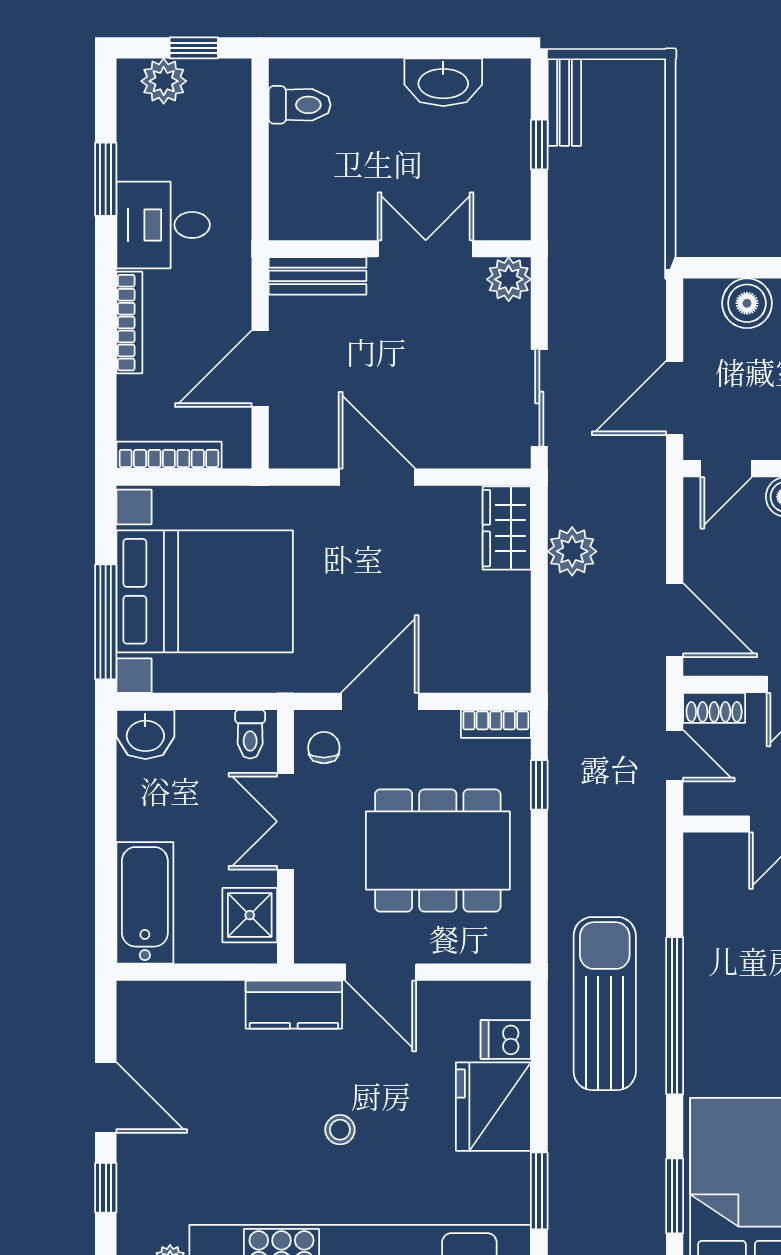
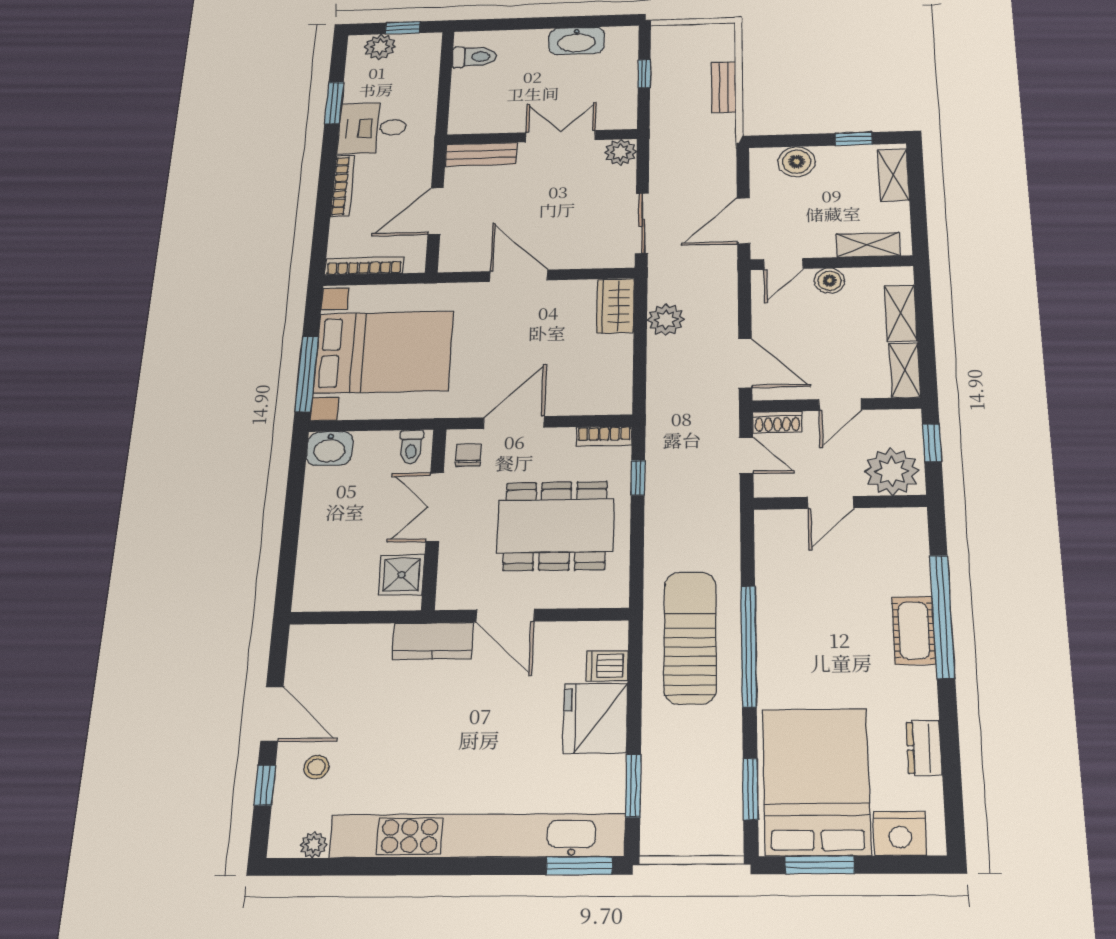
bench: (564, 102) -> (724, 87), moved
bathtub: (145, 903) -> (318, 567), removed
stool: (340, 1130) -> (317, 767), moved

